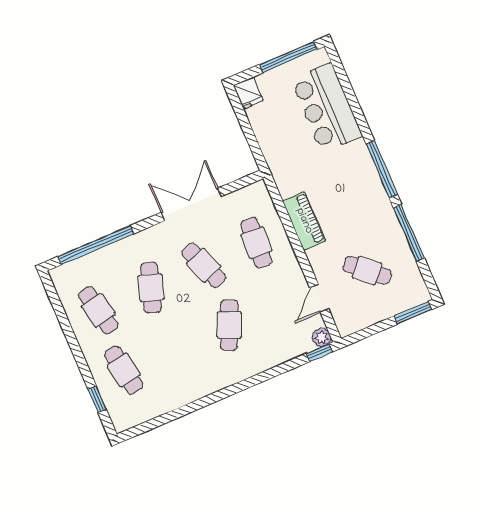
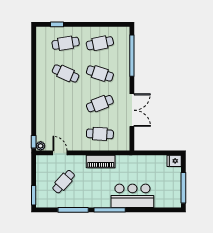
bar counter: (327, 108) -> (132, 196), moved
cafe table: (229, 325) -> (66, 73), moved

